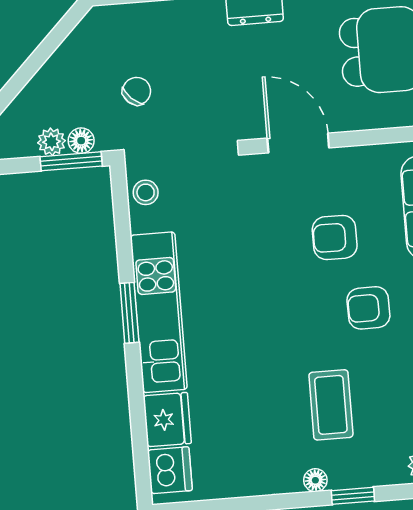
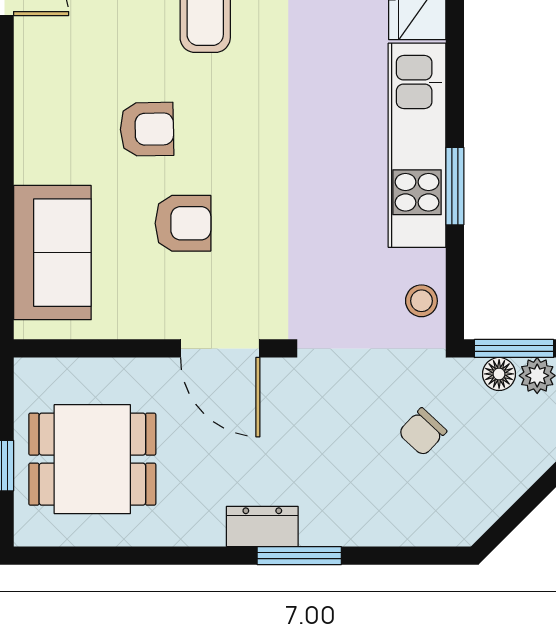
window: (129, 313) -> (455, 186), moved

